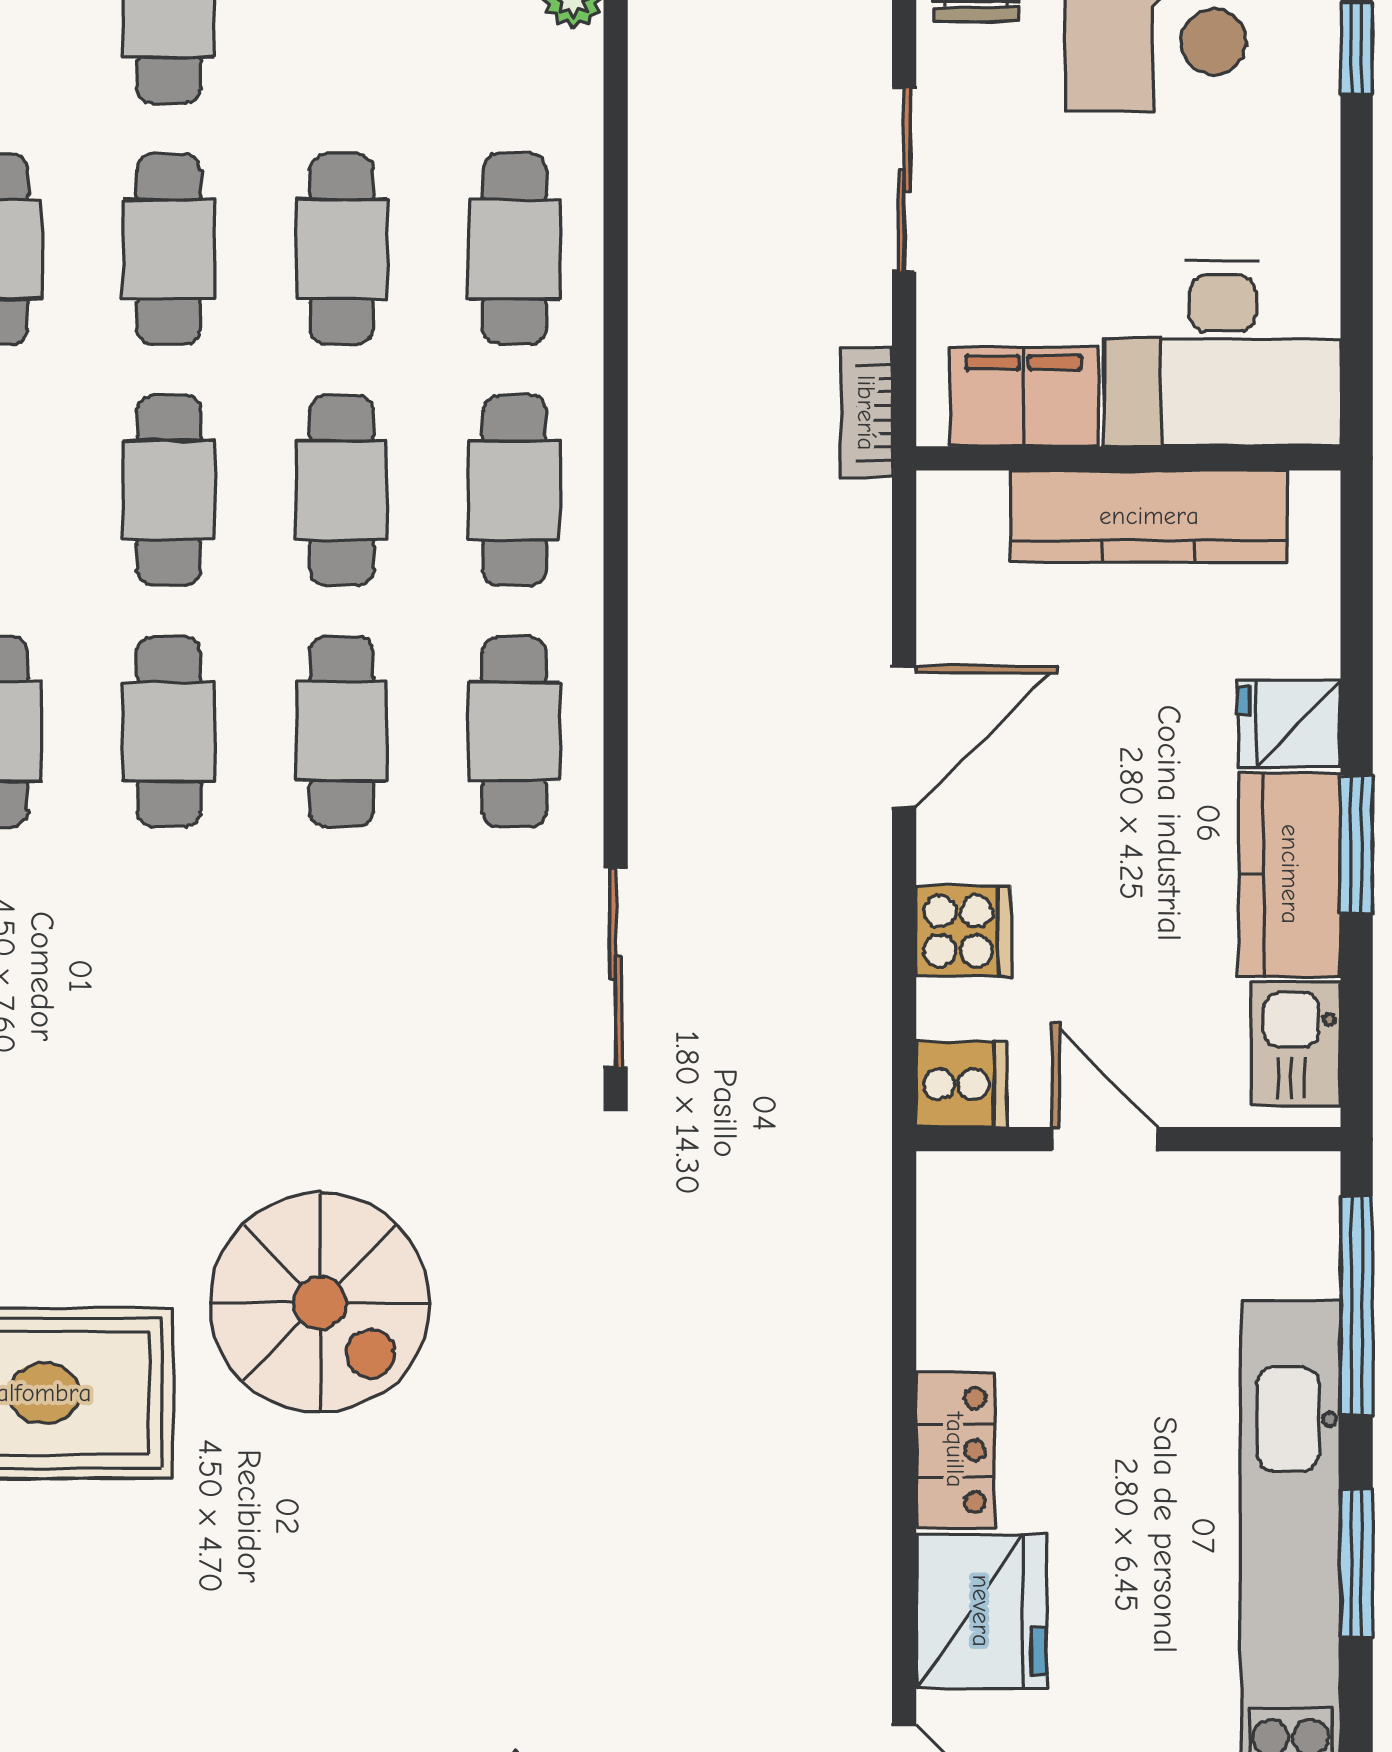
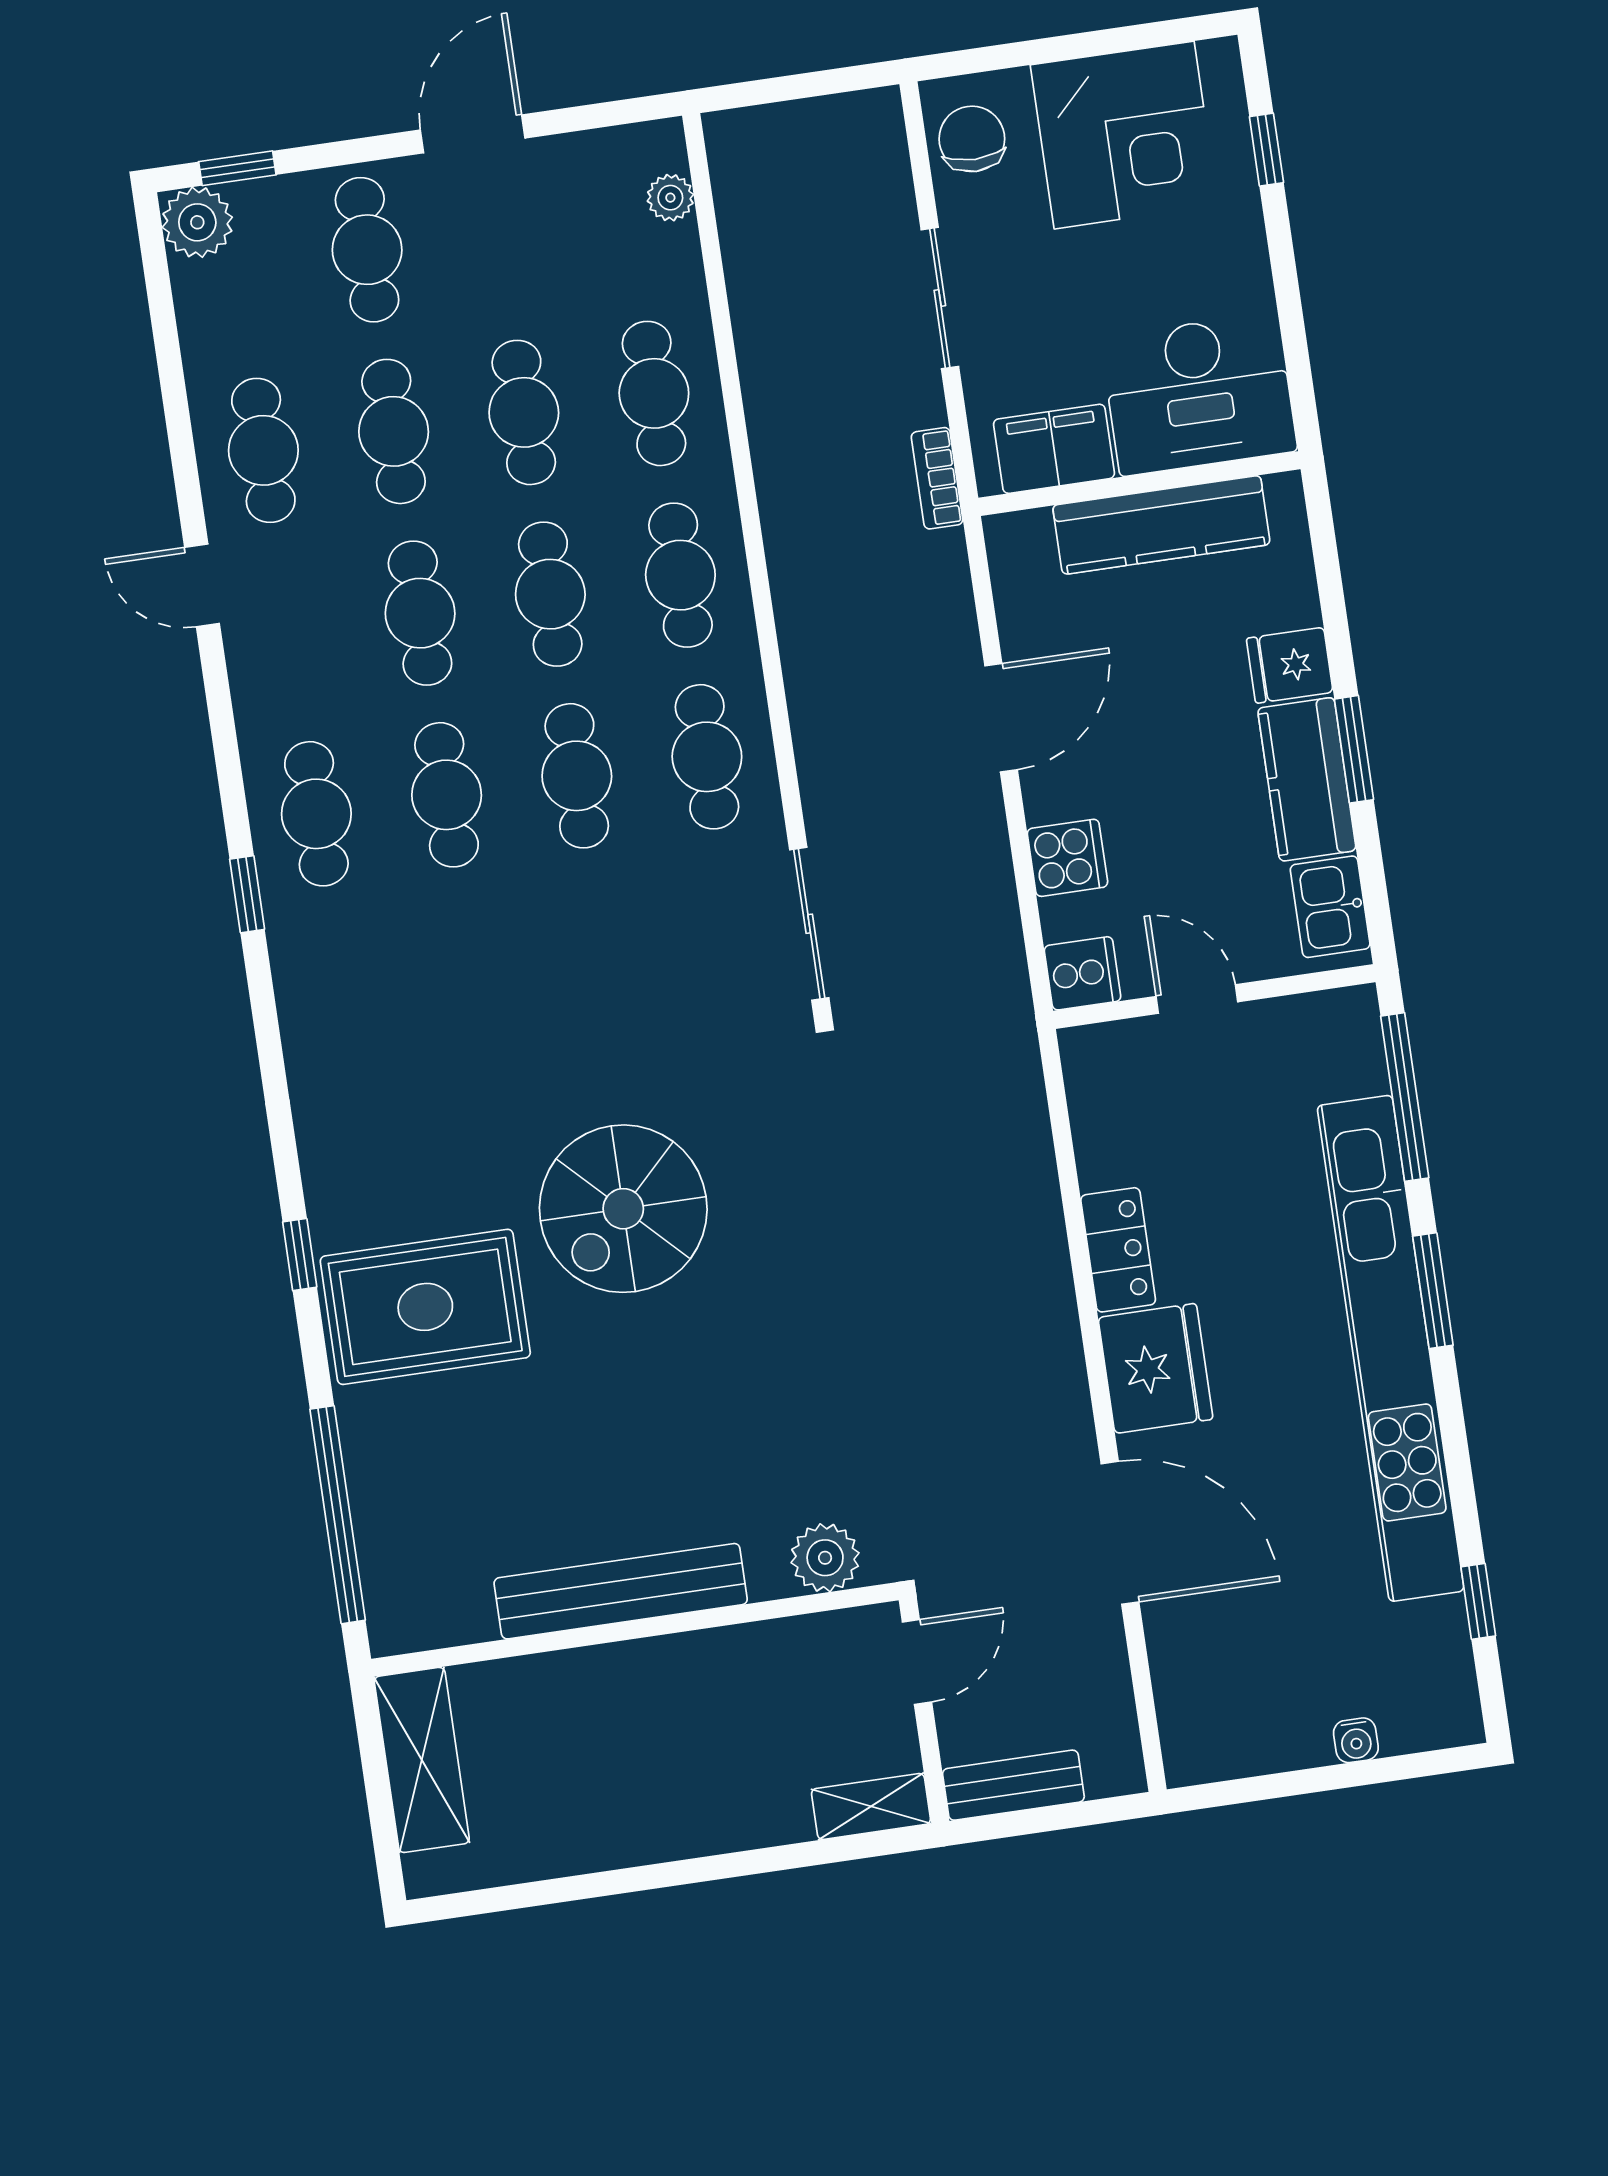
spiral stairs: (320, 1303) -> (623, 1209), turned 90

